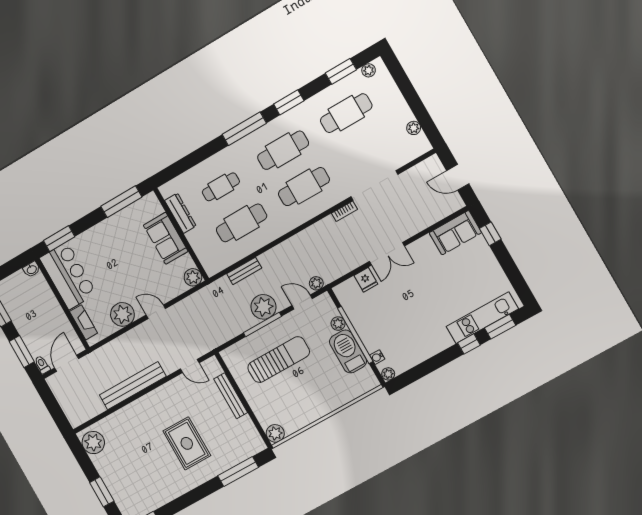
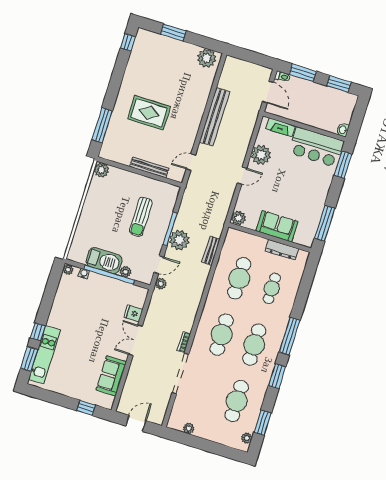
sofa: (455, 233) -> (111, 376), moved
sun lounger: (279, 360) -> (141, 217), width x0.73, depth x0.75

